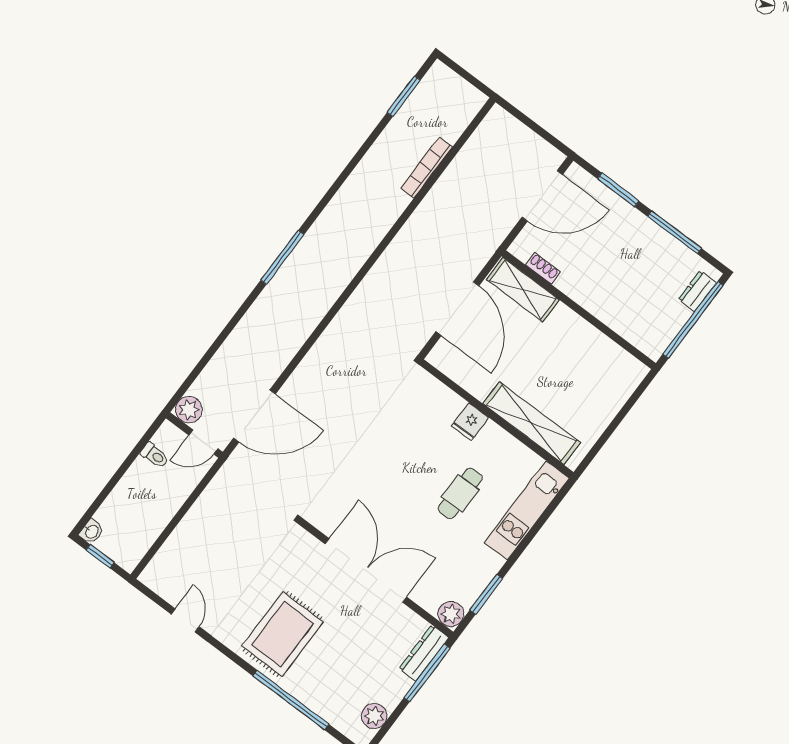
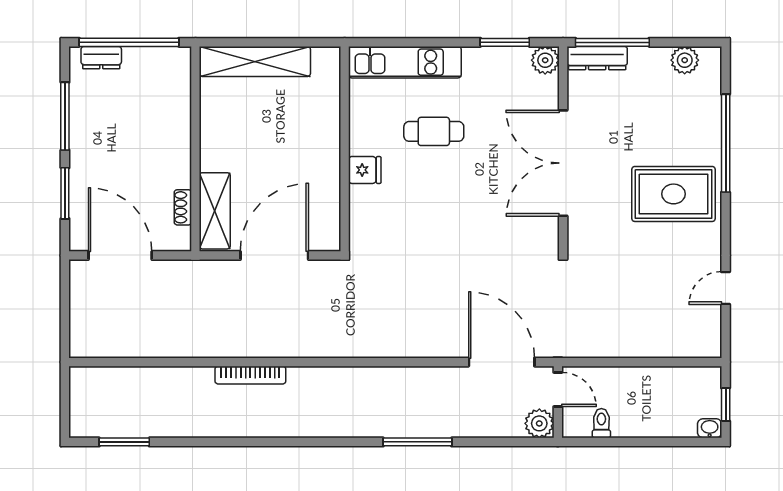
bookcase: (427, 168) -> (250, 375), moved
window: (282, 257) -> (417, 442), moved
shelving: (532, 423) -> (255, 61), moved, turned 90

